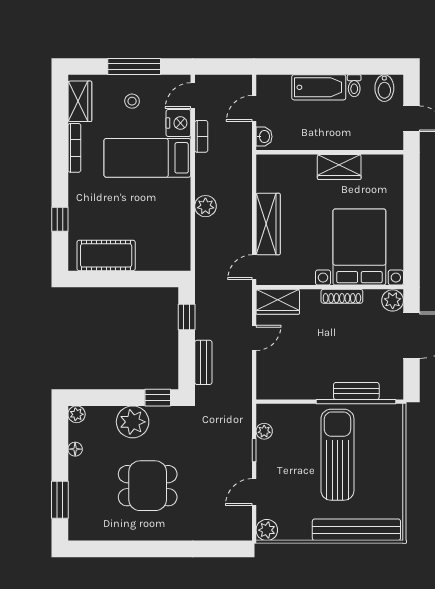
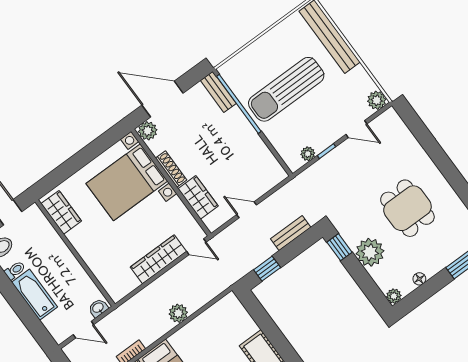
wardrobe: (339, 167) -> (61, 212), moved
wardrobe: (278, 302) -> (198, 197), moved
bench: (356, 391) -> (218, 92), moved

